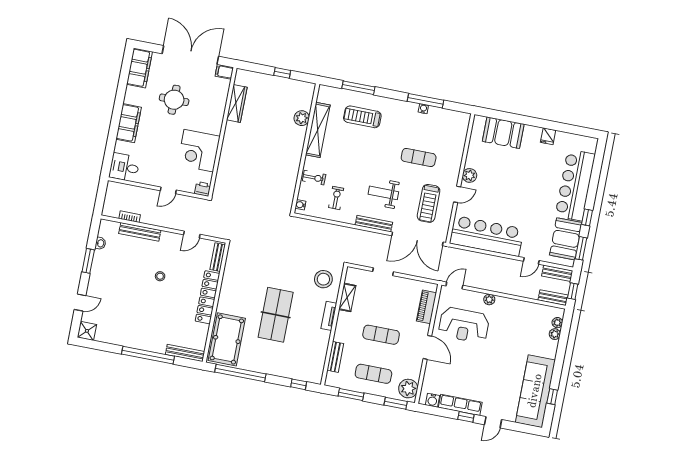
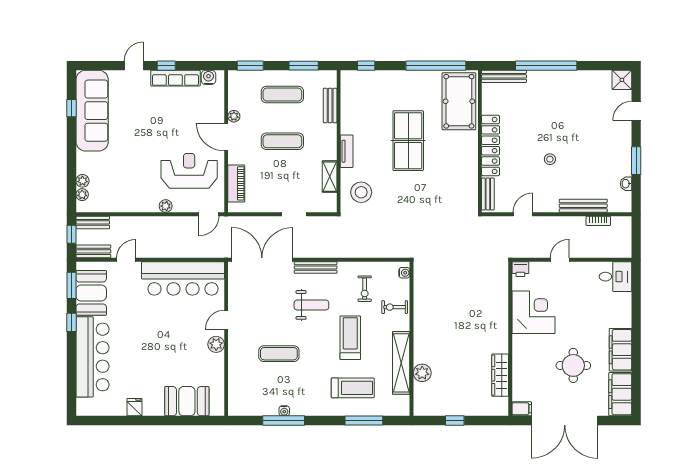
filing cabinet: (129, 123) -> (620, 350), moved
treadmill: (429, 203) -> (350, 338), moved
plant: (408, 389) -> (234, 116), moved, width x0.53, depth x0.53

